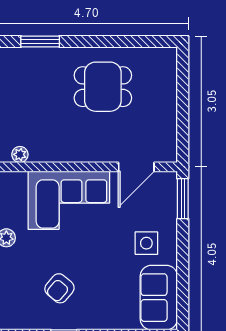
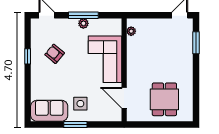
dining table: (103, 87) -> (164, 99), moved
window: (183, 199) -> (75, 125), moved

